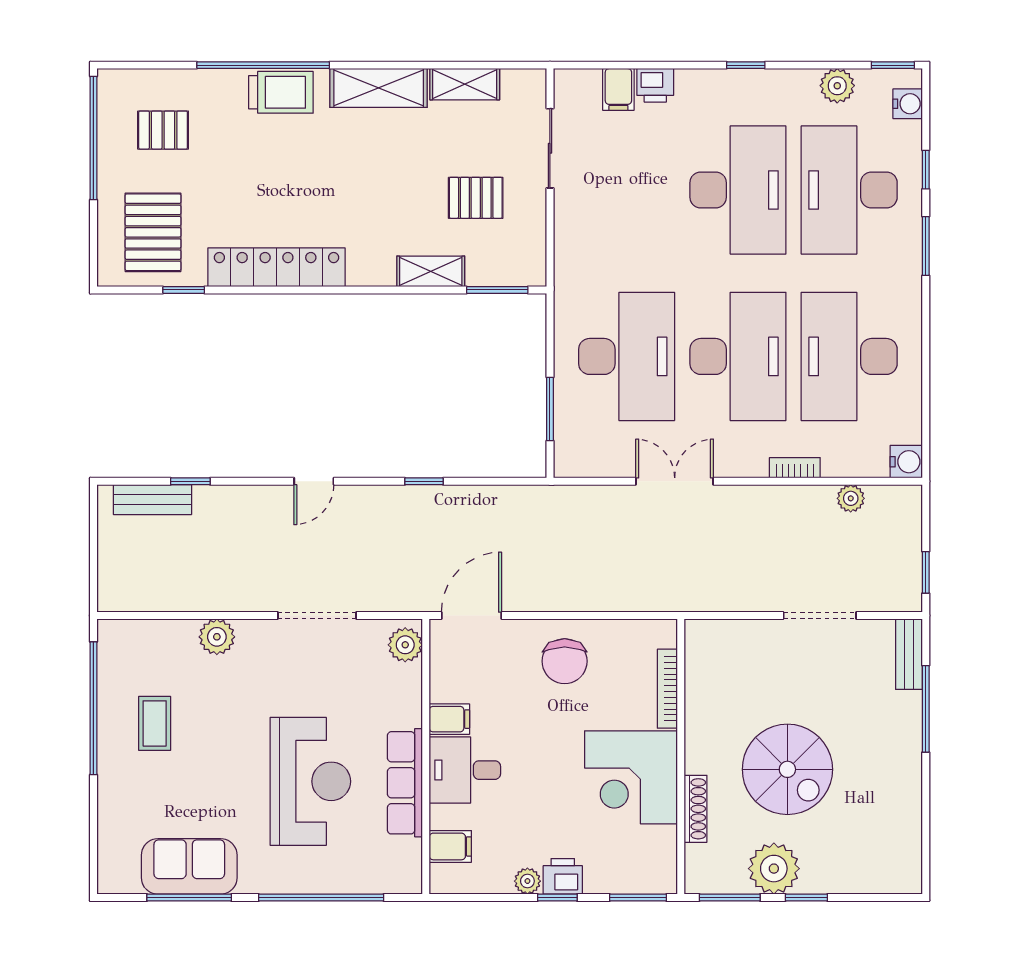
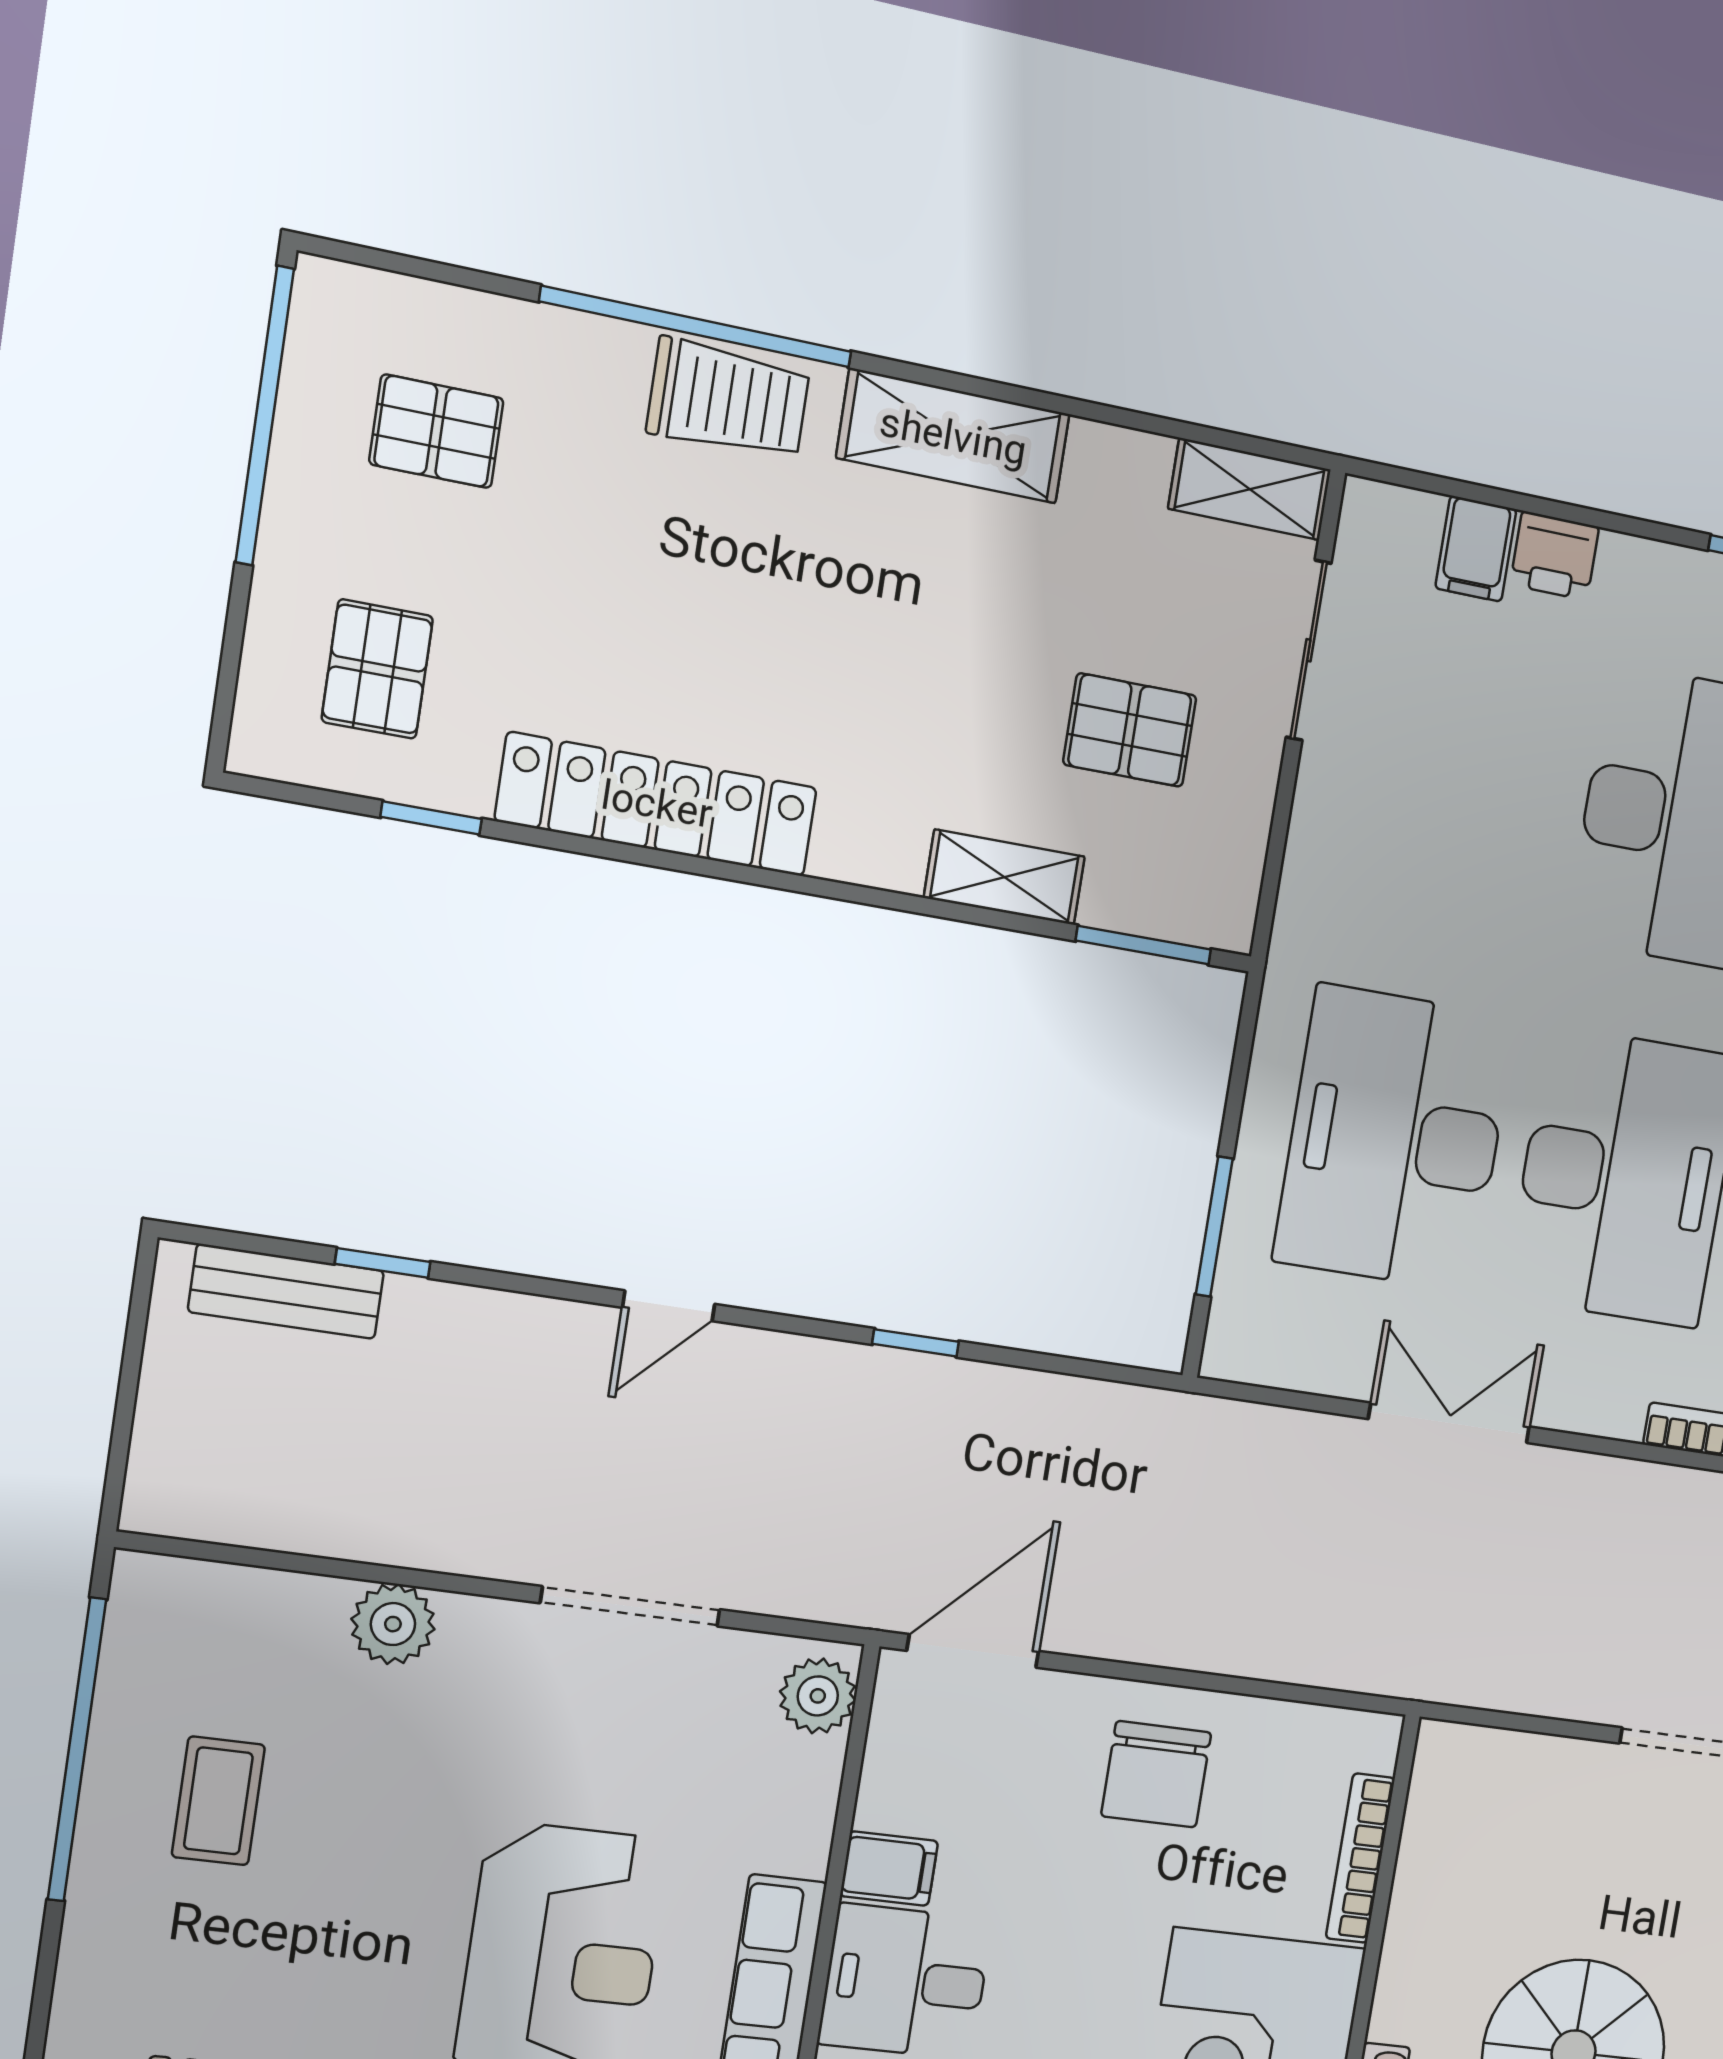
shelving: (465, 84) -> (1250, 489), moved
pallet: (153, 232) -> (377, 669), width x0.67, depth x0.71
desk: (627, 356) -> (1395, 1139), turned 180

